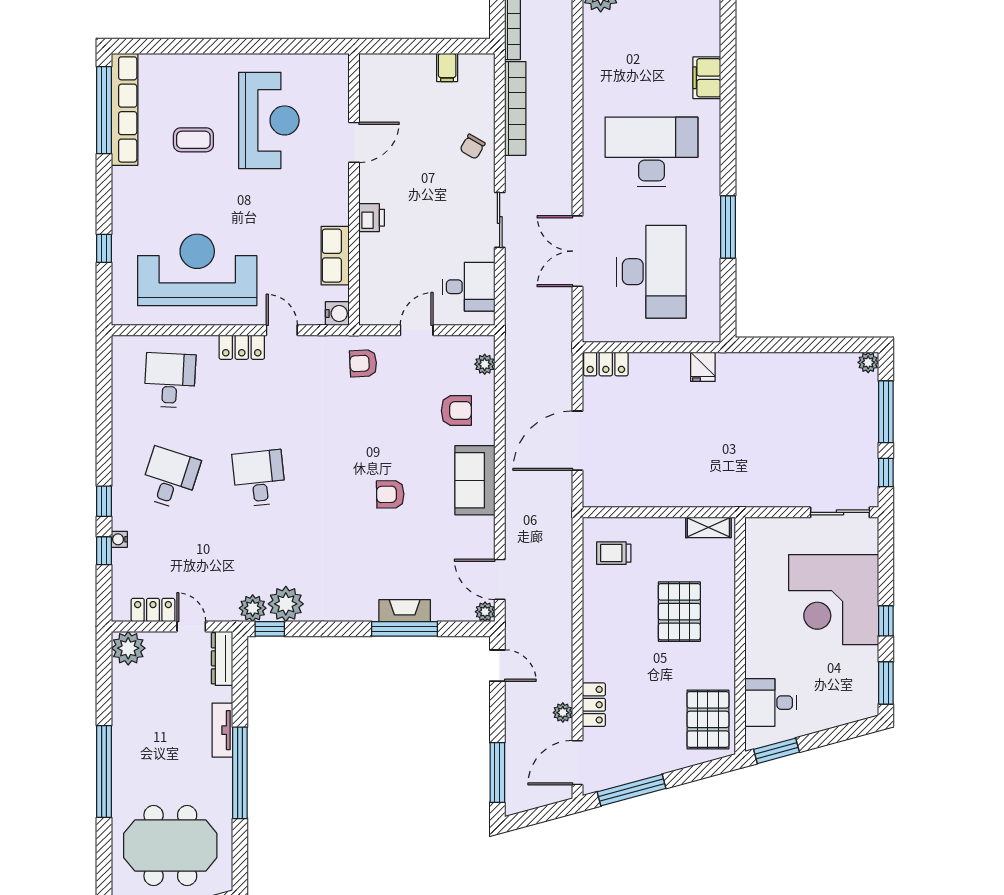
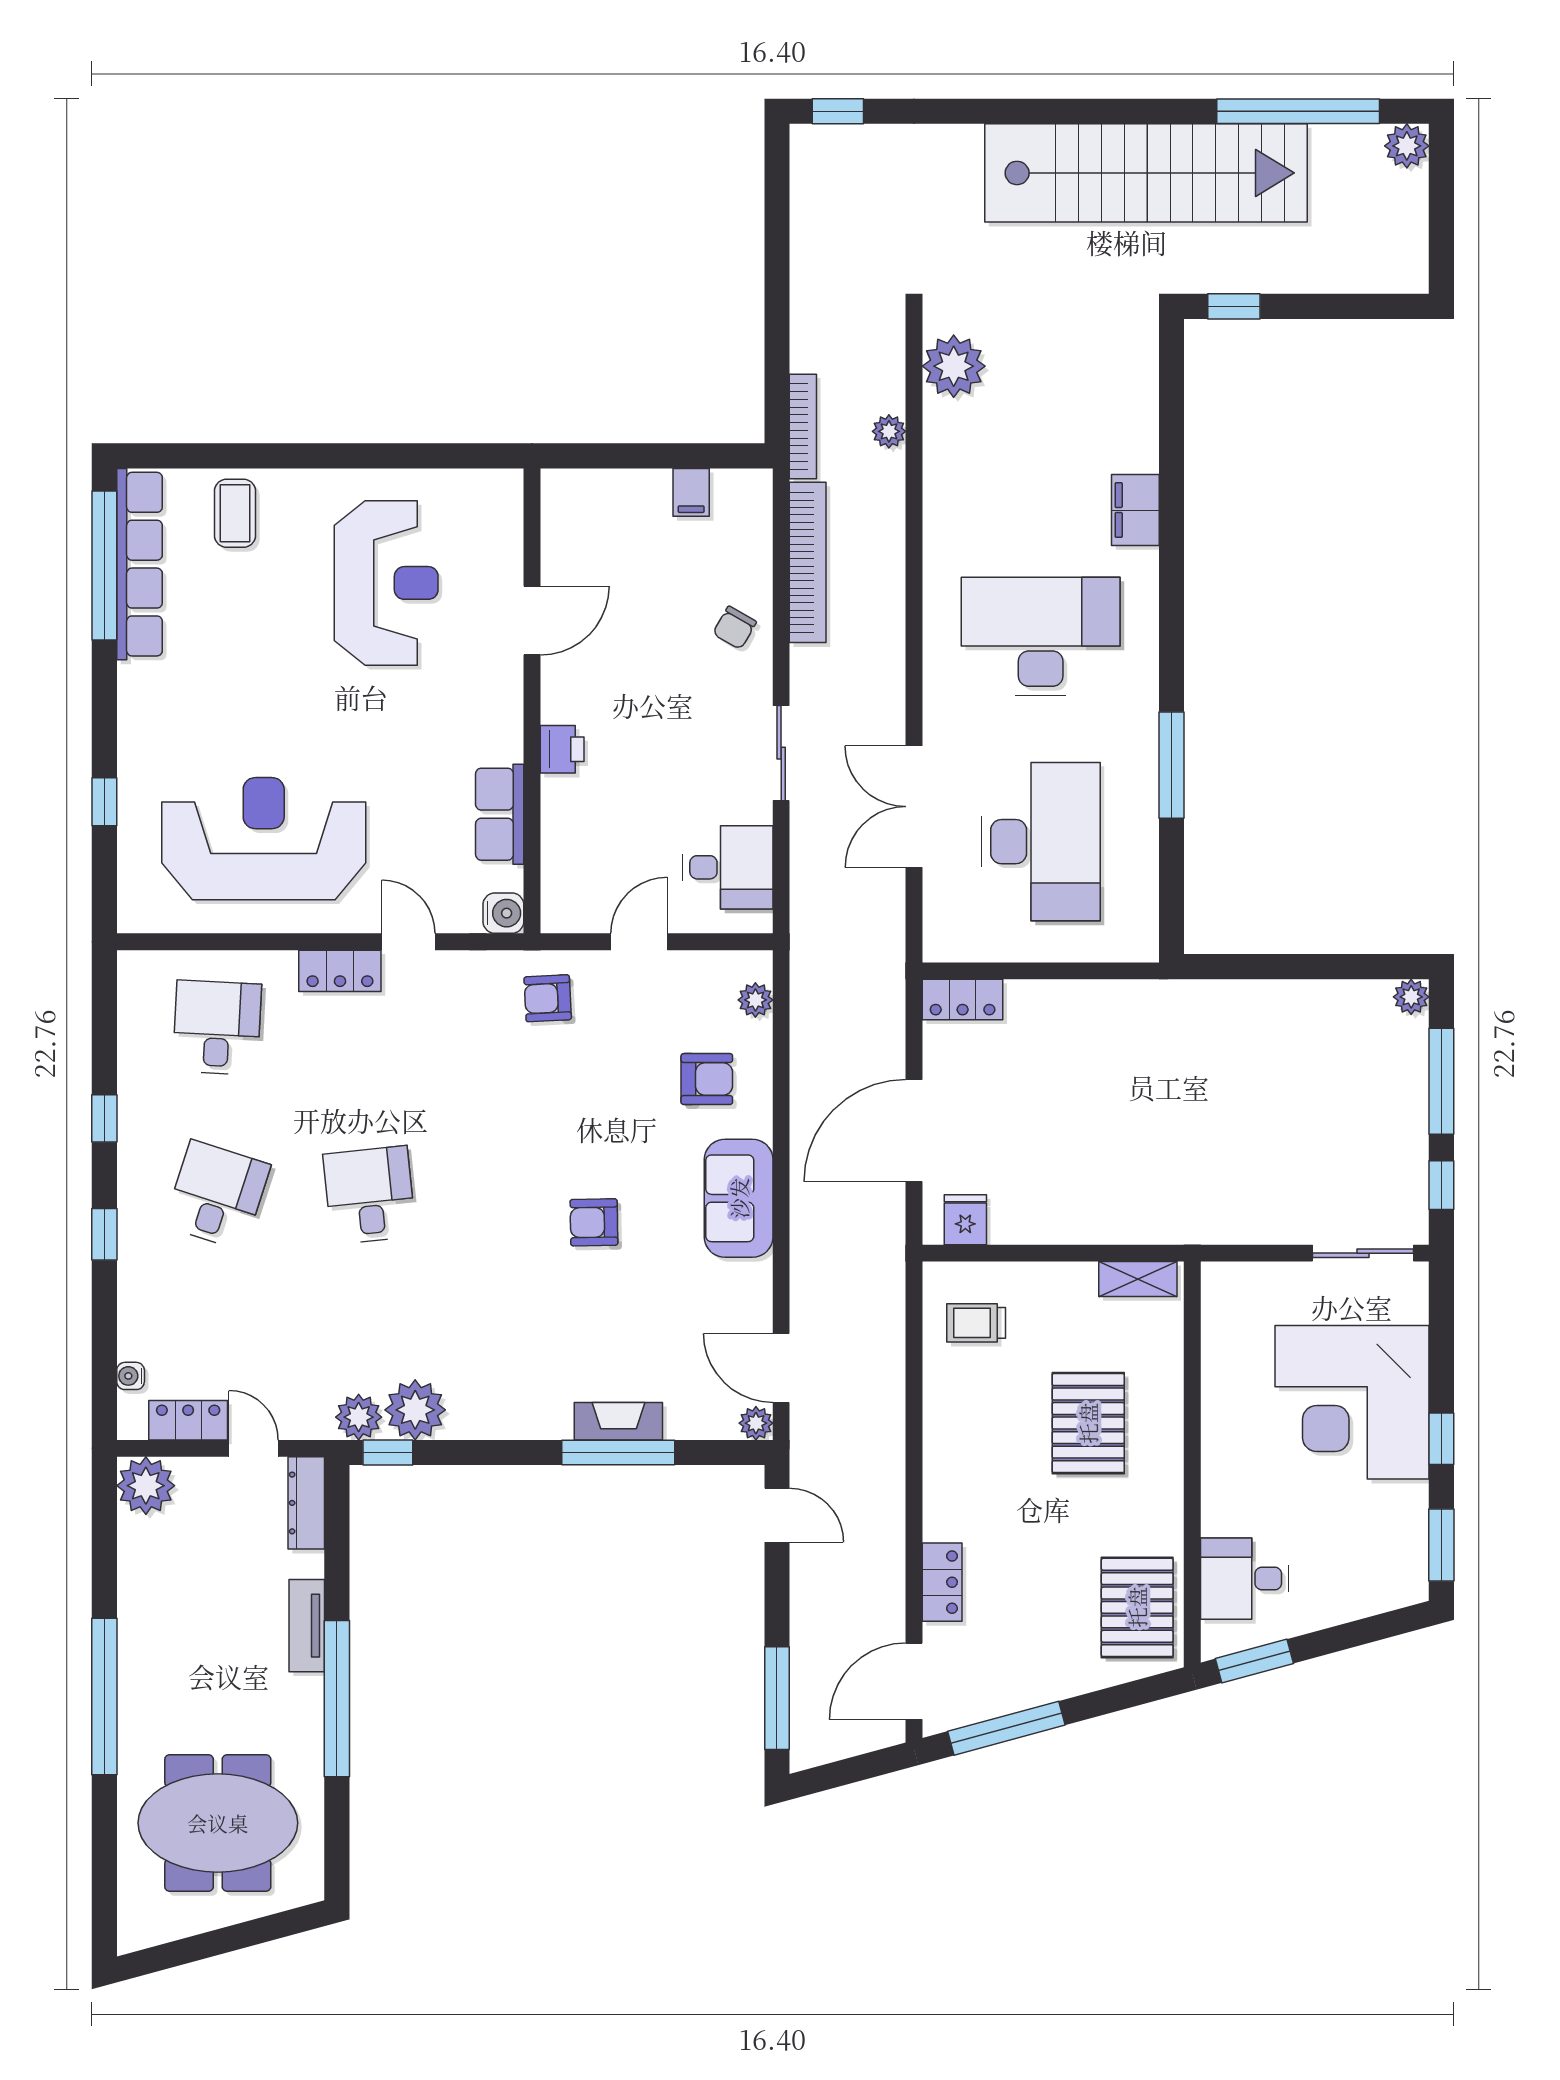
coffee table: (193, 140) -> (235, 513), moved, turned 90
fridge: (703, 367) -> (965, 1220), moved, turned 180
water cooler: (119, 539) -> (131, 1376), moved
window: (104, 551) -> (104, 1118), moved
plant: (563, 713) -> (889, 431), moved

